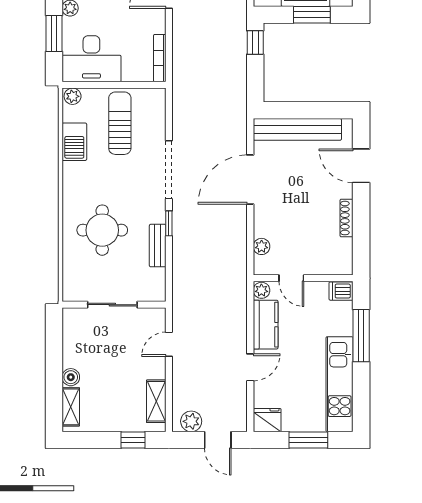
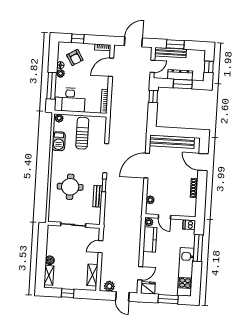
window: (54, 33) -> (52, 86), width x1.44
door: (250, 367) -> (140, 273), moved
window: (133, 440) -> (68, 293), moved

